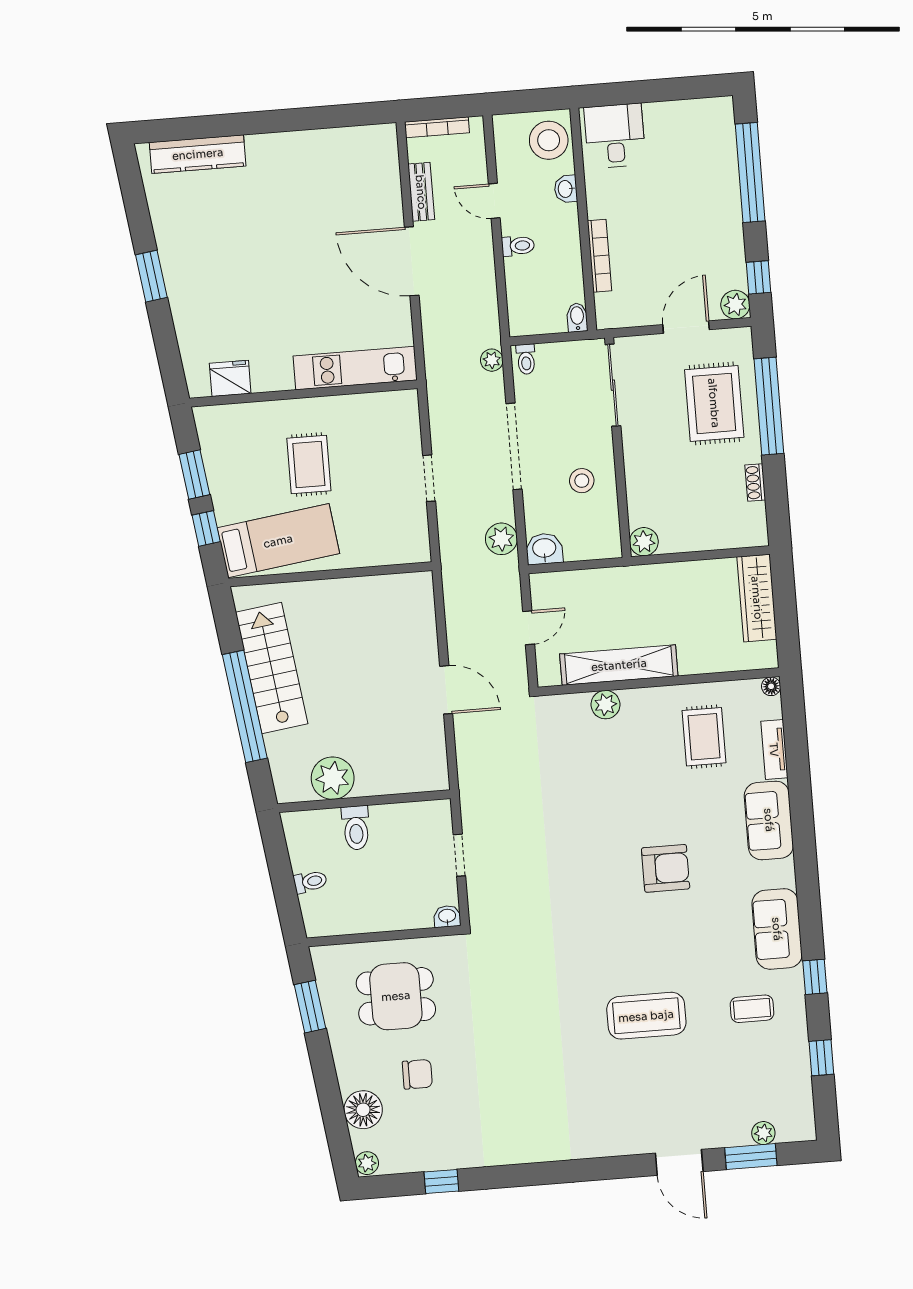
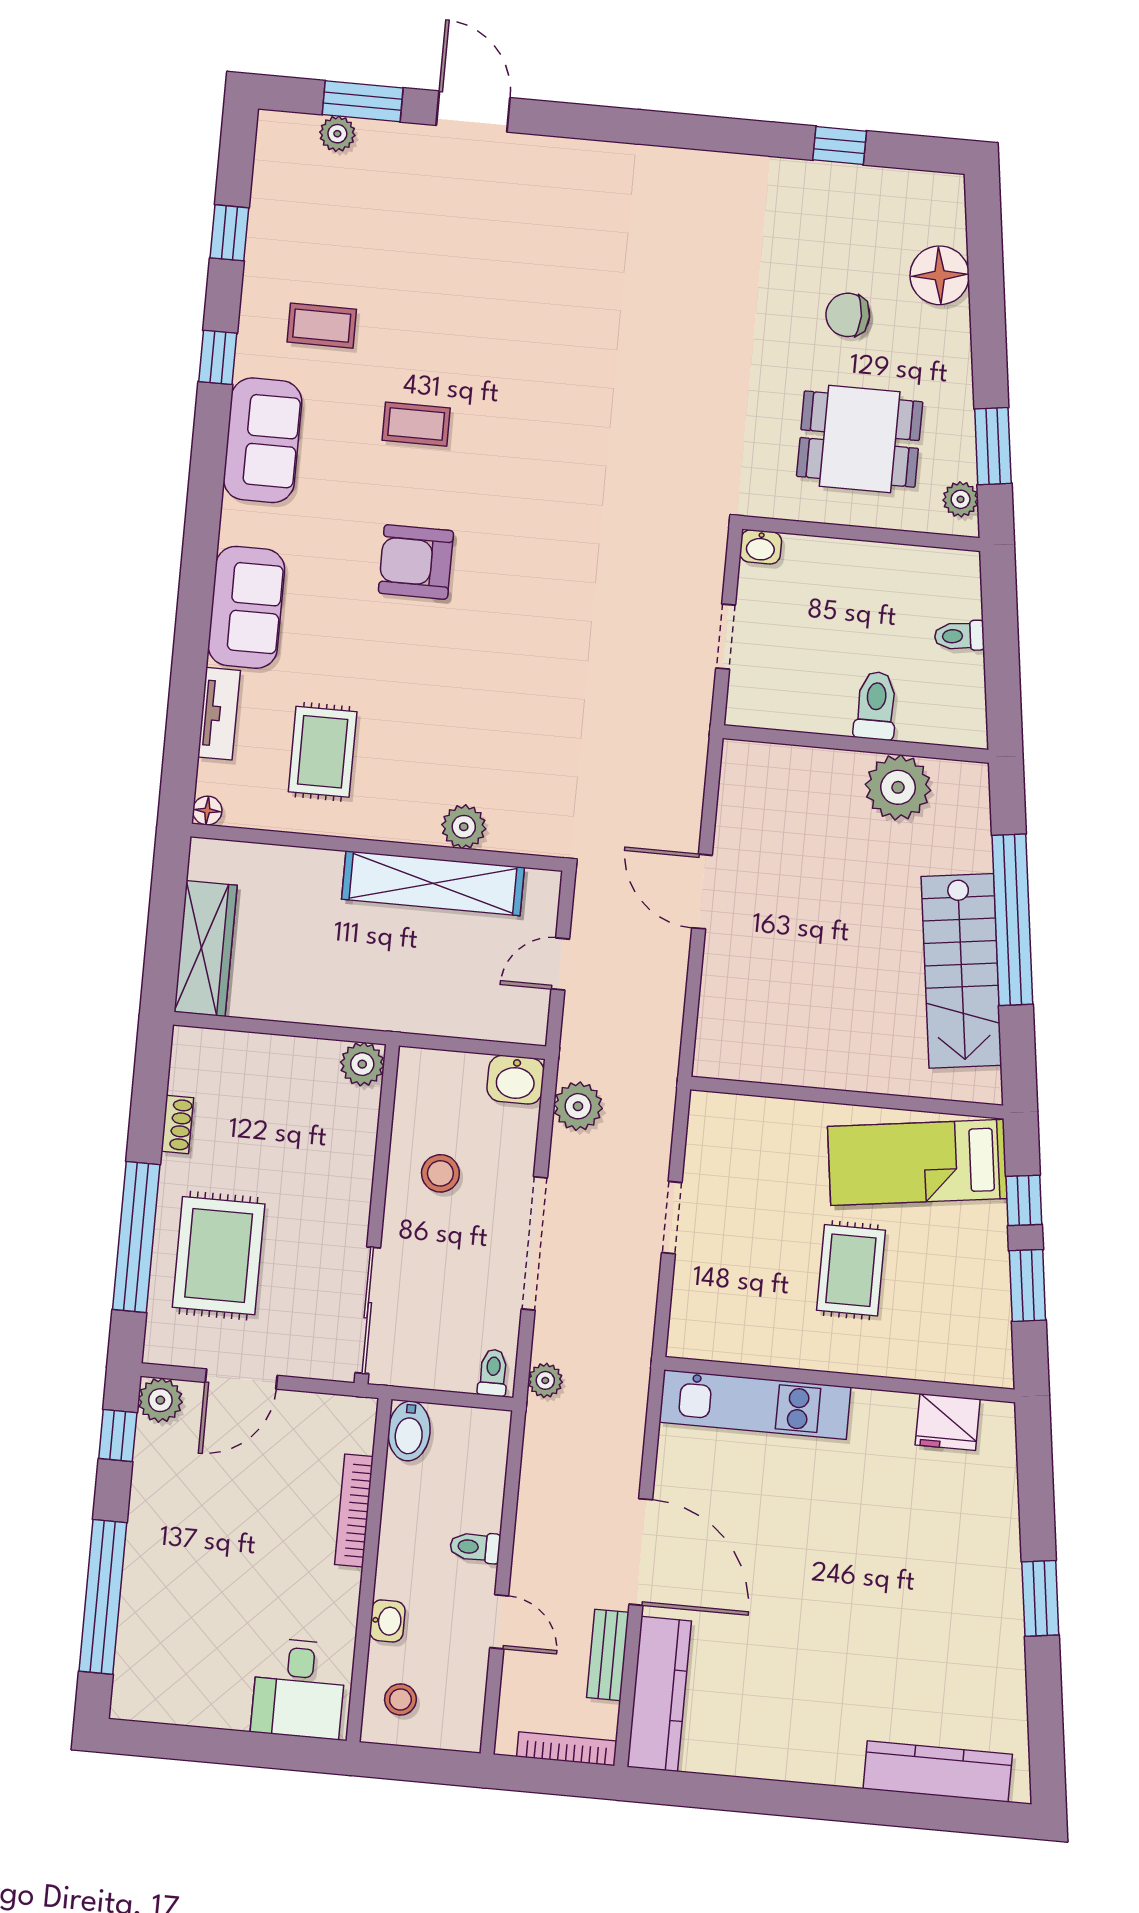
stool: (549, 140) -> (400, 1699), width x0.53, depth x0.53
kitchen counter: (384, 173) -> (659, 1694), added
bidet: (577, 317) -> (409, 1431), width x1.38, depth x1.36
coffee table: (646, 1016) -> (416, 424), moved, width x0.54, depth x0.58
plant: (367, 1163) -> (961, 499), moved

